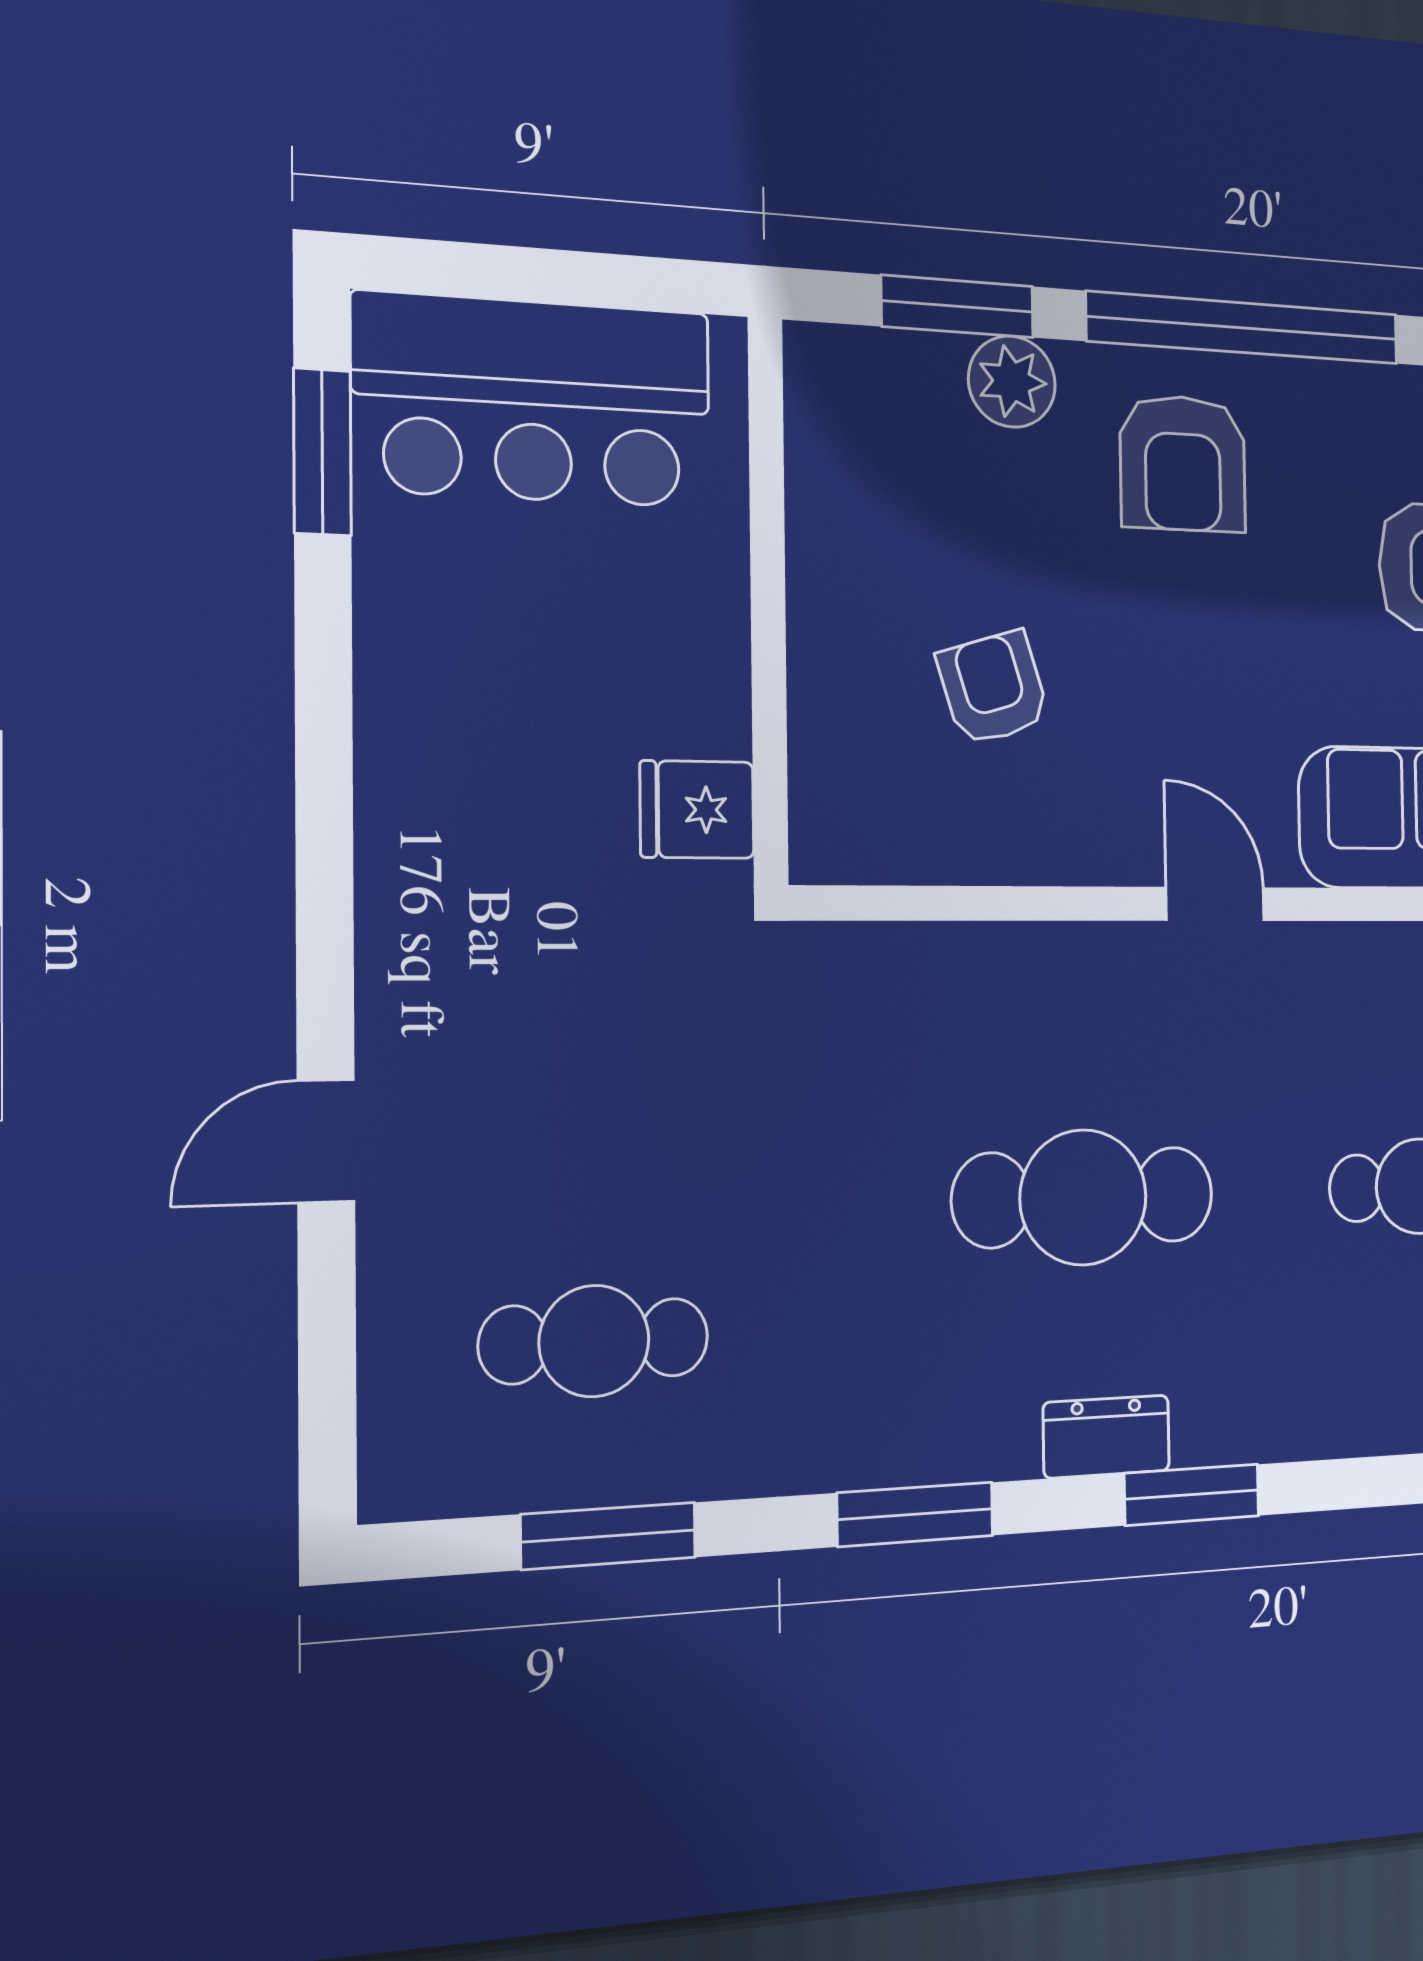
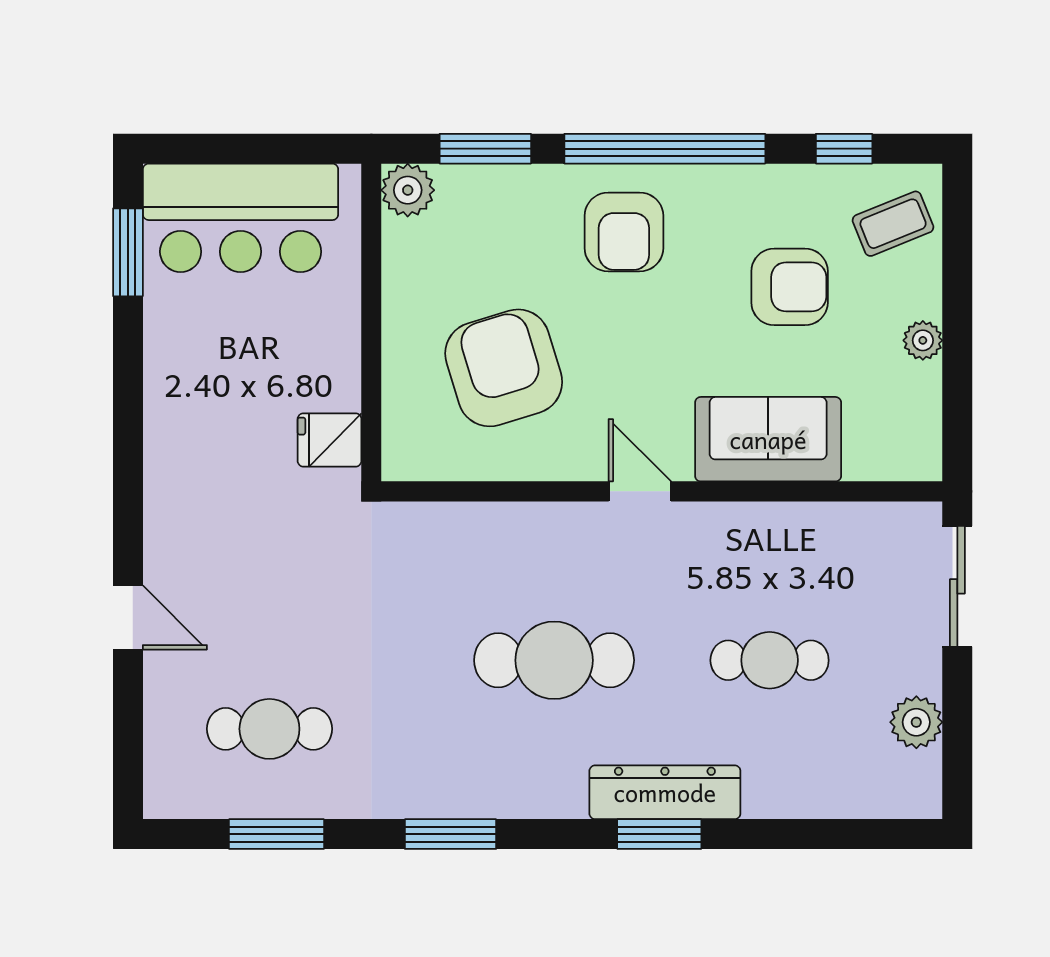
plant: (1012, 382) -> (408, 190), moved
armchair: (993, 688) -> (504, 368), width x1.88, depth x1.88
door: (326, 1141) -> (128, 618), swing flipped
dresser: (1106, 1437) -> (665, 792), moved, width x1.96, depth x1.24
window: (1192, 1495) -> (659, 834), moved

